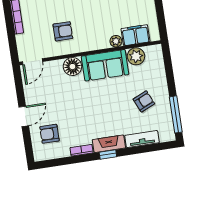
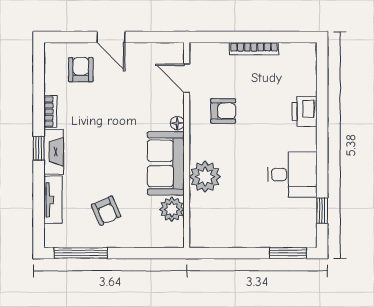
armchair: (63, 31) -> (223, 111), turned -90
filing cabinet: (136, 35) -> (202, 213), removed
plant: (116, 41) -> (205, 177), width x1.88, depth x1.88
door: (33, 62) -> (187, 78), moved
floor lamp: (72, 67) -> (177, 123), width x0.53, depth x0.53

